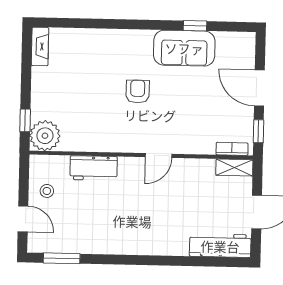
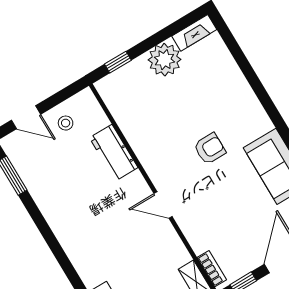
plant: (45, 136) -> (165, 60), moved
door: (23, 219) -> (26, 117), hinge flipped

